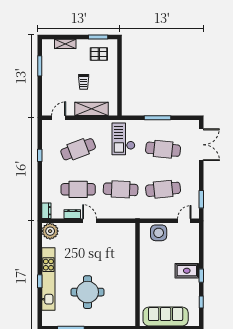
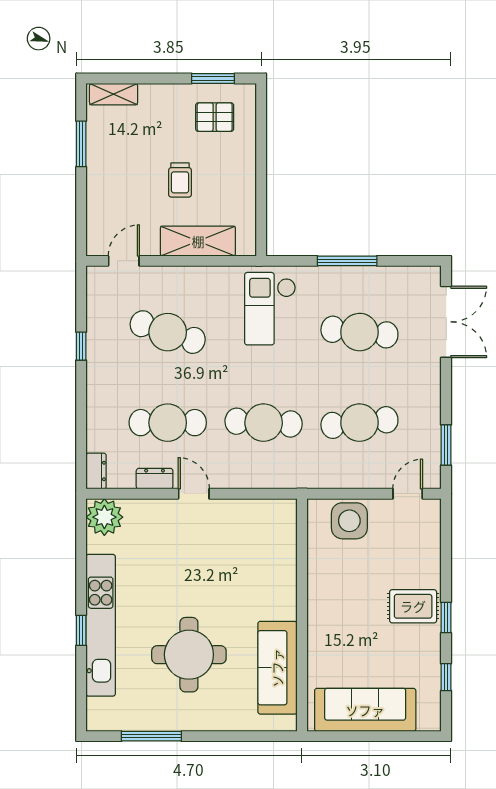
shelving: (65, 44) -> (114, 94), moved
cafe table: (78, 149) -> (168, 332), turned 39
sofa: (127, 298) -> (277, 668), added

